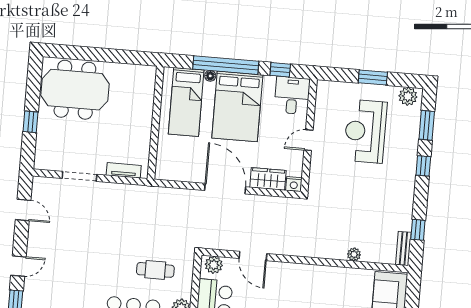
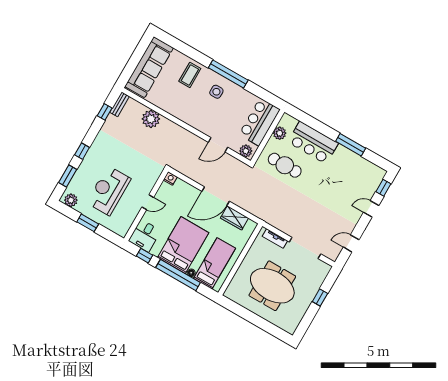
meeting table: (75, 90) -> (272, 286), moved
reception desk: (365, 131) -> (109, 191), turned 180
doorway: (79, 176) -> (305, 248), width x1.36
wardrobe: (268, 179) -> (234, 218), moved
door: (225, 189) -> (216, 196), hinge flipped
door: (23, 210) -> (351, 243), hinge flipped
plant: (354, 254) -> (151, 119), width x1.87, depth x1.87
door: (253, 256) -> (218, 145), swing flipped
cafe table: (155, 270) -> (285, 165), width x1.37, depth x1.35

